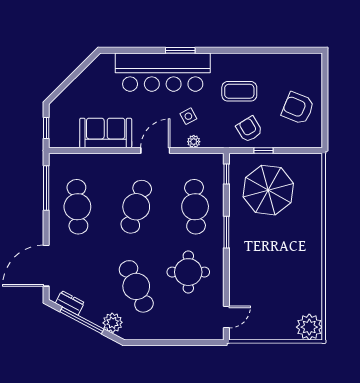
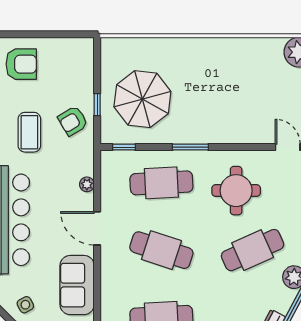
armchair: (298, 108) -> (21, 64), moved, turned -112
side table: (188, 116) -> (25, 305), moved

